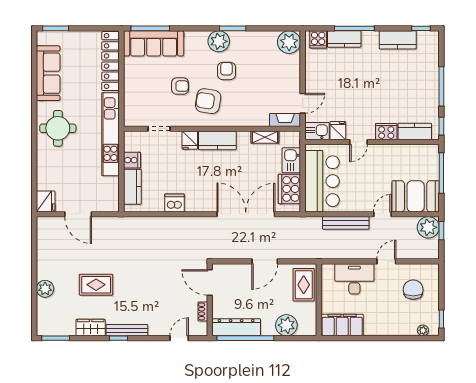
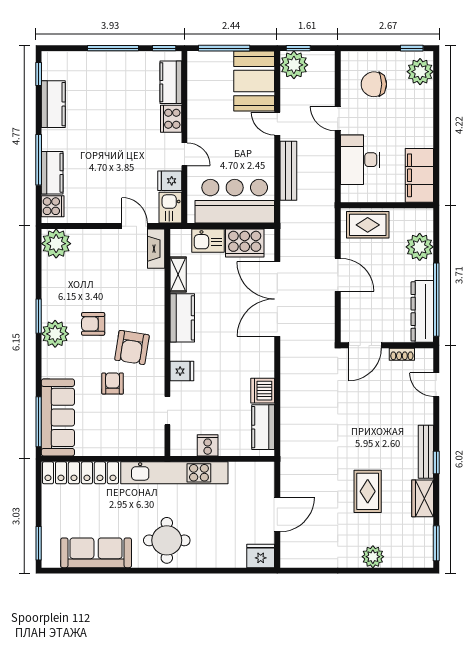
kitchen counter: (217, 140) -> (182, 318), moved
kitchen counter: (132, 187) -> (263, 427), moved, turned -90
plant: (423, 330) -> (420, 72), width x1.88, depth x1.88

